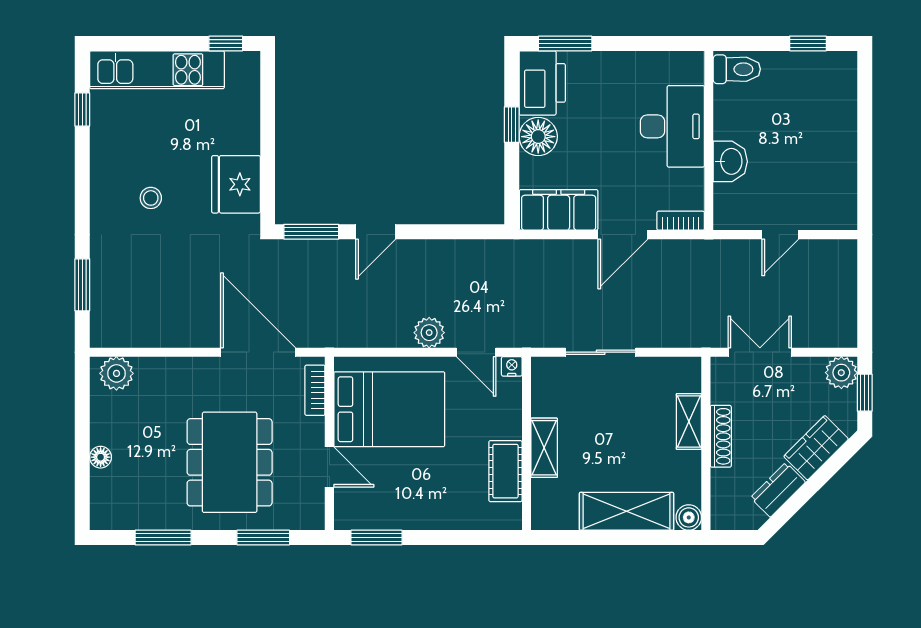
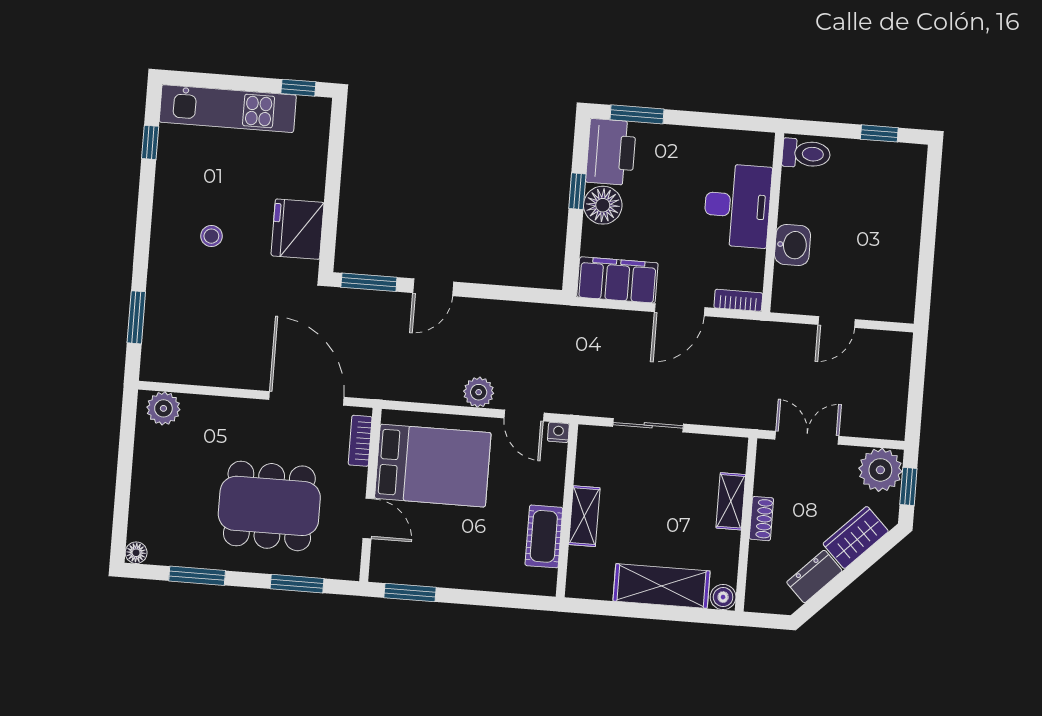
plant: (841, 373) -> (880, 470), width x1.36, depth x1.36
shoe rack: (721, 436) -> (761, 519), width x0.70
floor lamp: (101, 457) -> (136, 553), moved
dining table: (230, 462) -> (269, 506), turned 90

